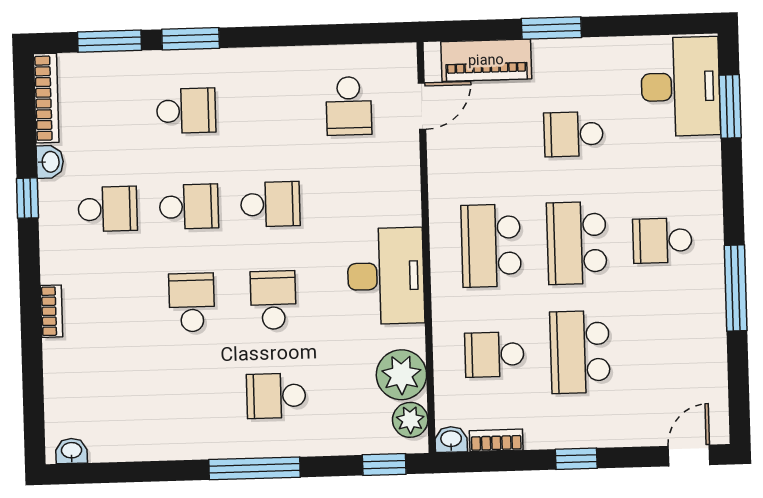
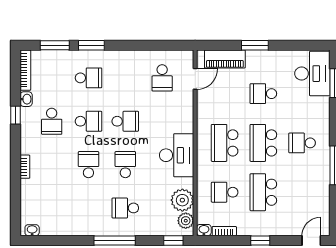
school desk: (108, 209) -> (52, 121), turned 90

